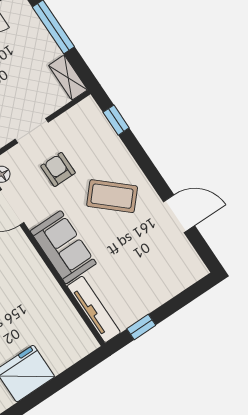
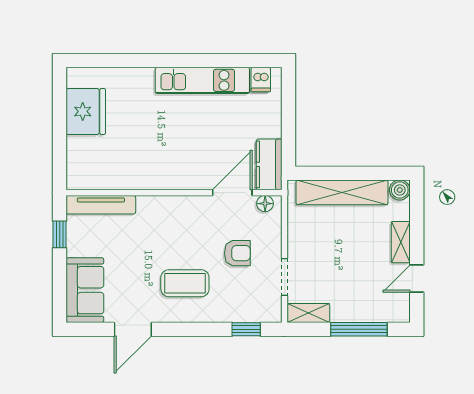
doorway: (32, 131) -> (285, 277), moved
coffee table: (112, 196) -> (185, 283), turned 48
sofa: (63, 247) -> (85, 290), moved, turned -90

